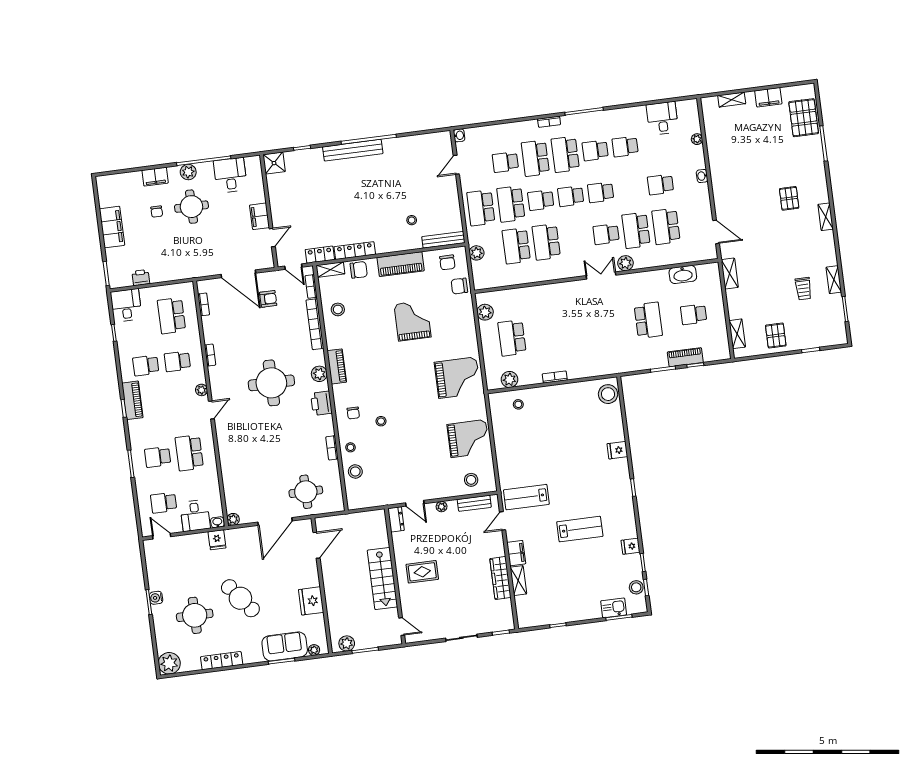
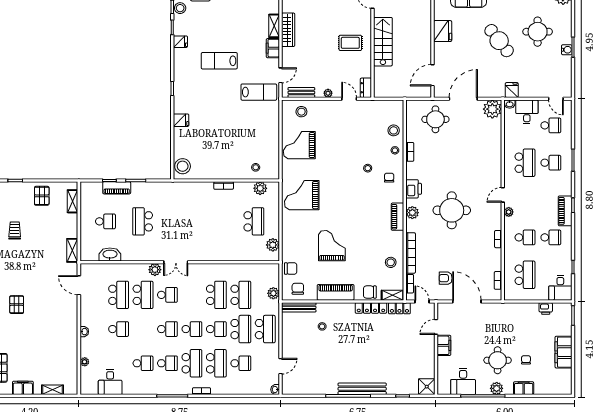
grand piano: (412, 321) -> (332, 246), turned 180
plant: (233, 519) -> (492, 109), width x1.87, depth x1.87

